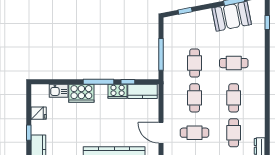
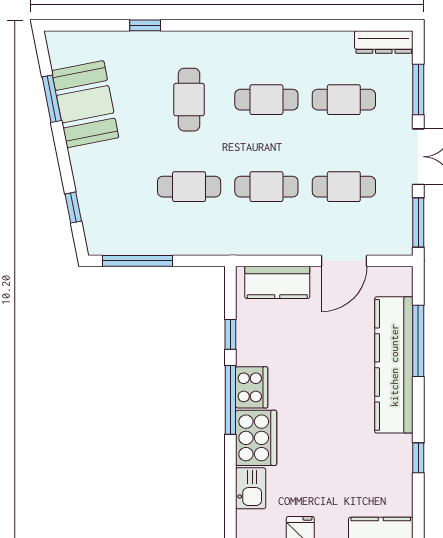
window: (267, 23) -> (145, 25), moved
window: (161, 54) -> (138, 261), moved
cooker: (118, 91) -> (252, 387), moved
kitchen counter: (142, 91) -> (277, 282), moved, turned 90
cafe table: (195, 133) -> (344, 187), turned 90

